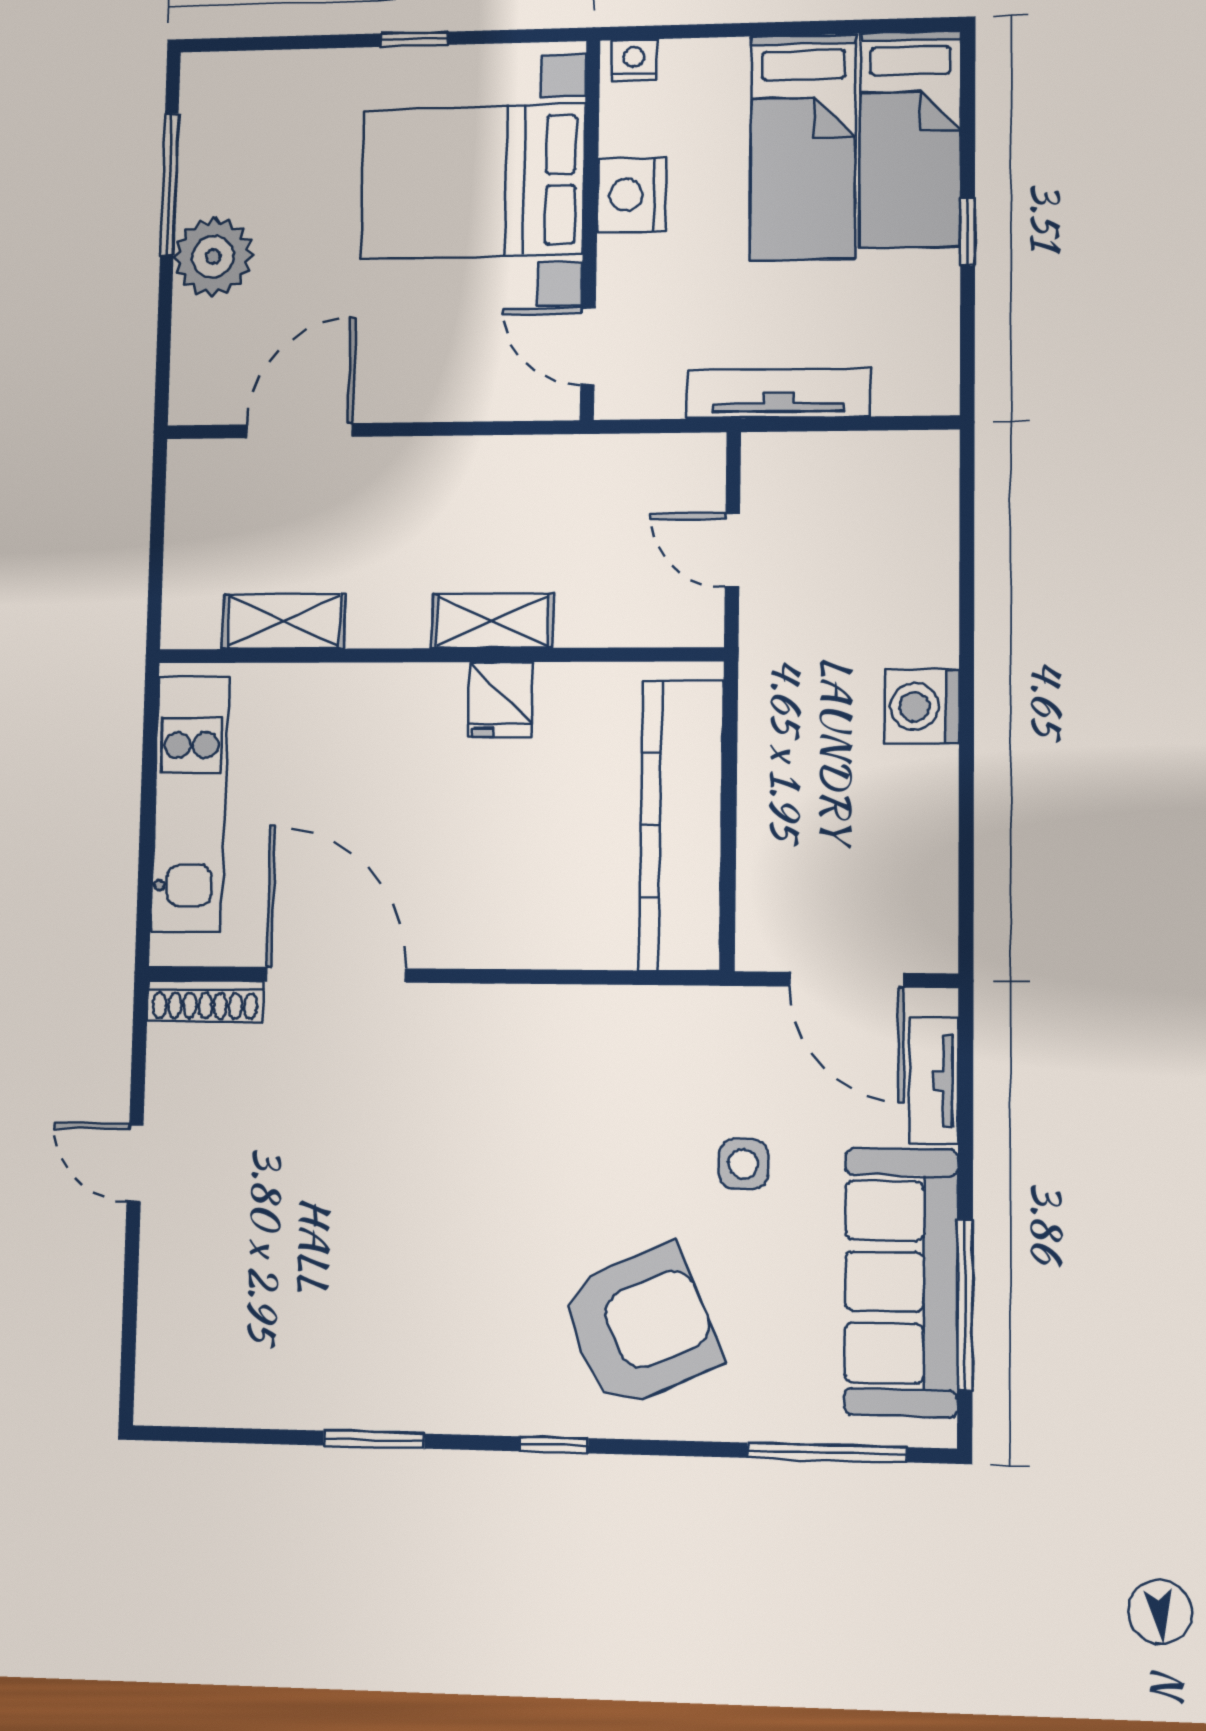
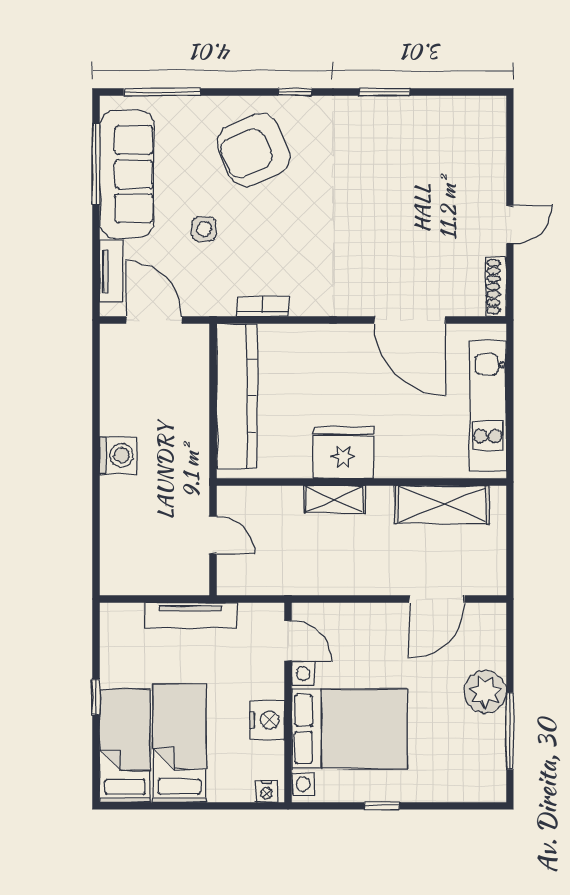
shelving: (284, 621) -> (442, 504), width x1.50, depth x1.33
fridge: (500, 700) -> (343, 453), width x1.88, depth x1.34
shoe rack: (205, 1001) -> (496, 287), moved, turned -90
bookcase: (626, 1006) -> (263, 306), added
door: (135, 1163) -> (510, 225), hinge flipped

